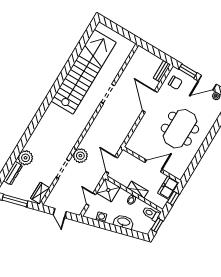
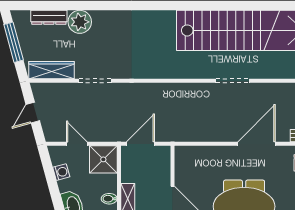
plant: (80, 156) -> (127, 94), removed
wardrobe: (40, 193) -> (52, 70), width x1.50
door: (91, 199) -> (77, 144), hinge flipped

